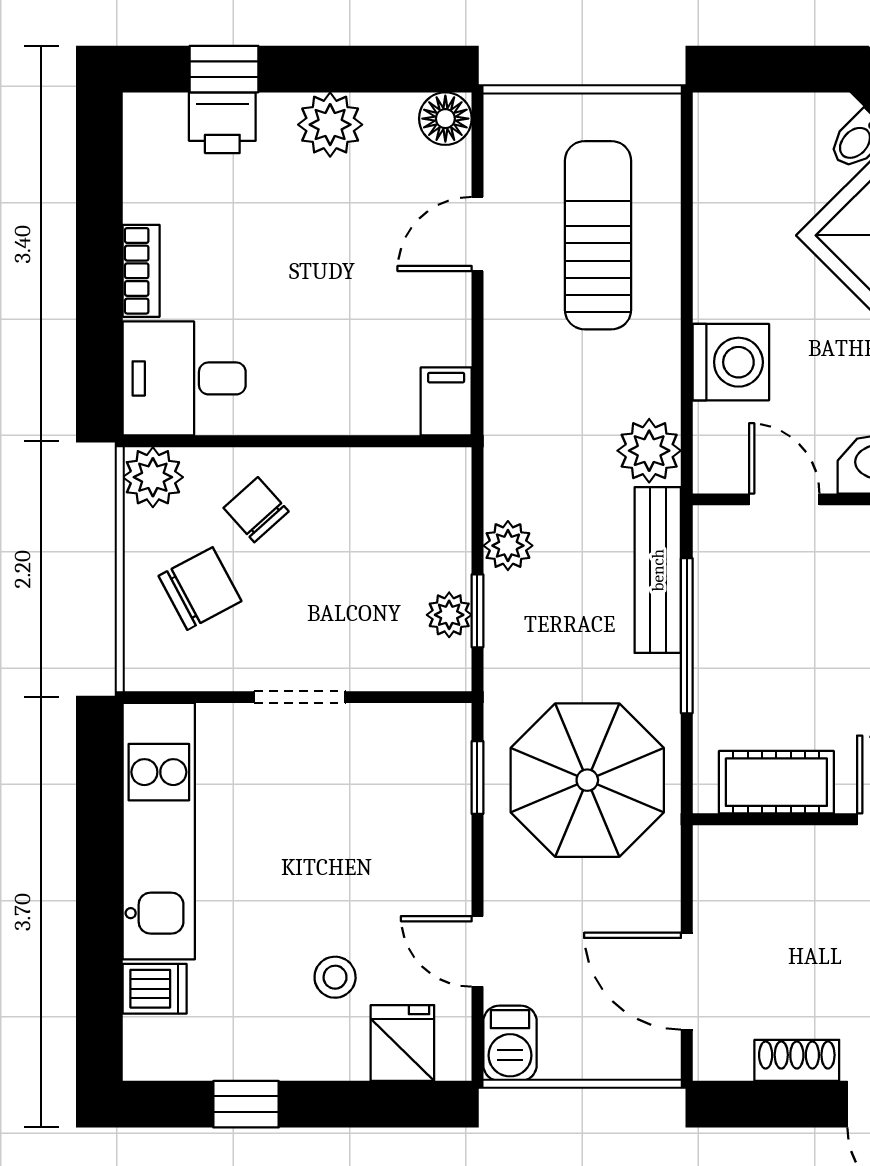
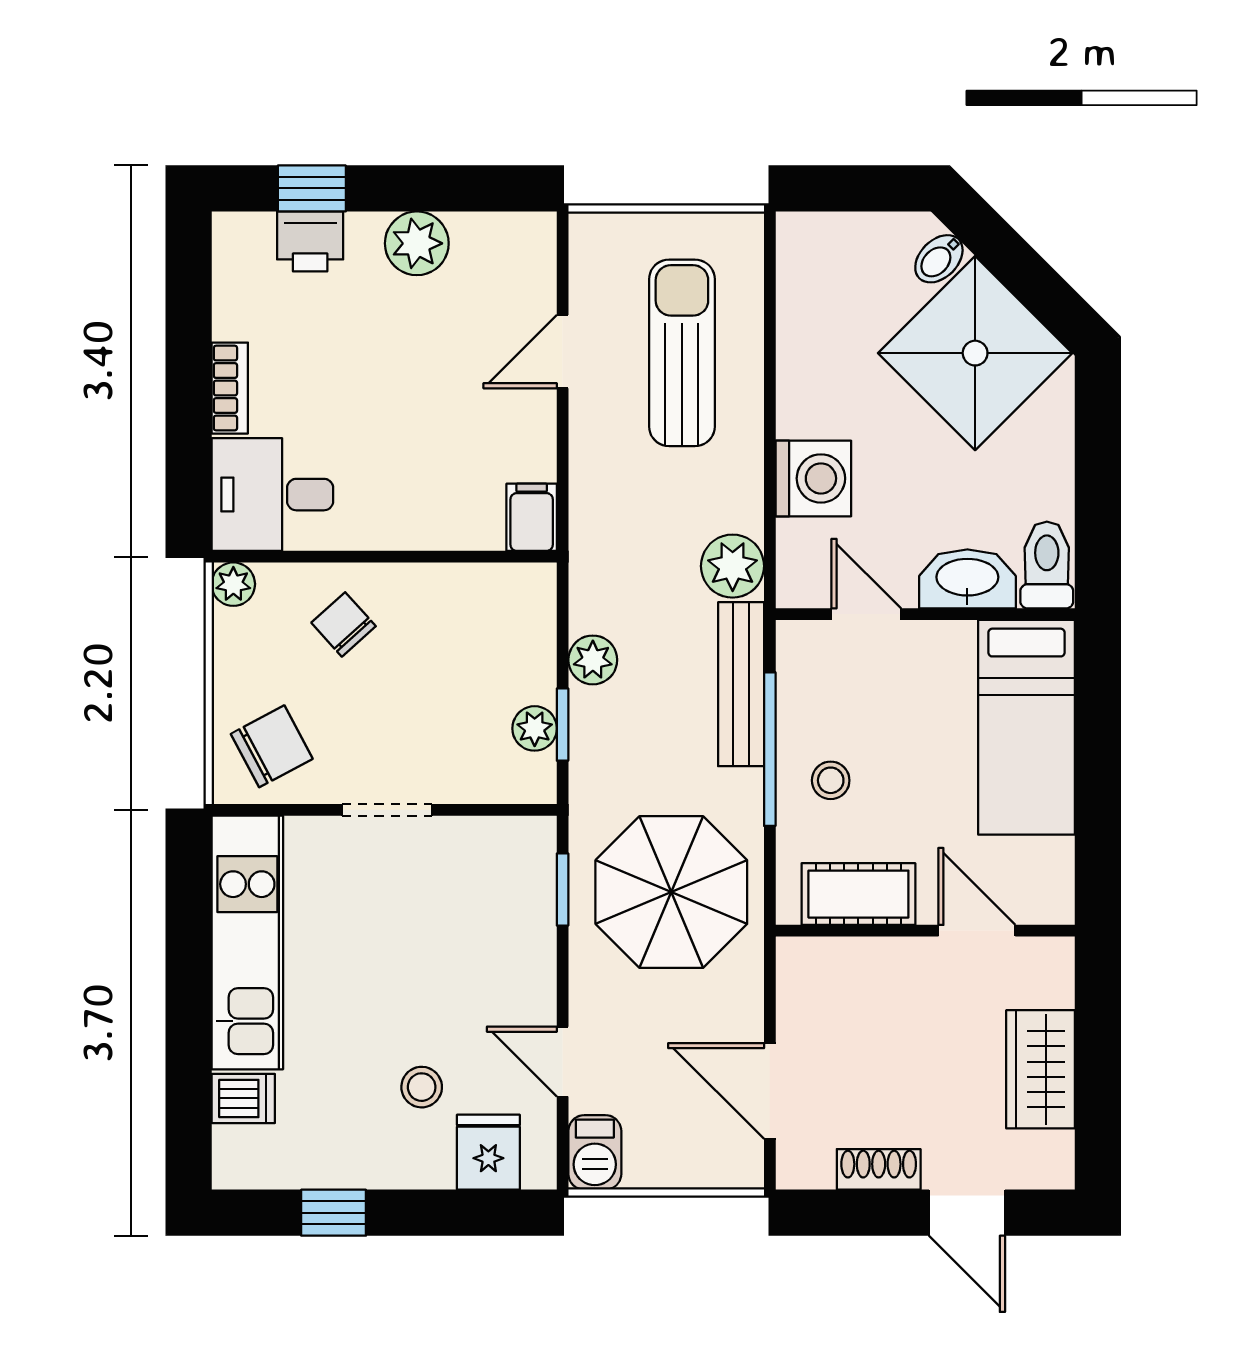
floor lamp: (445, 119) -> (531, 237), removed
plant: (153, 477) -> (233, 584), width x0.73, depth x0.73
chair: (200, 589) -> (272, 746), moved
stool: (748, 667) -> (831, 780), added

